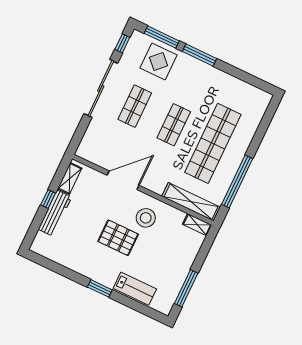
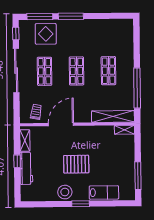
shop shelf: (213, 143) -> (108, 71), width x0.50, depth x0.74
trolley: (100, 150) -> (36, 112), added
stool: (146, 218) -> (65, 192), moved

